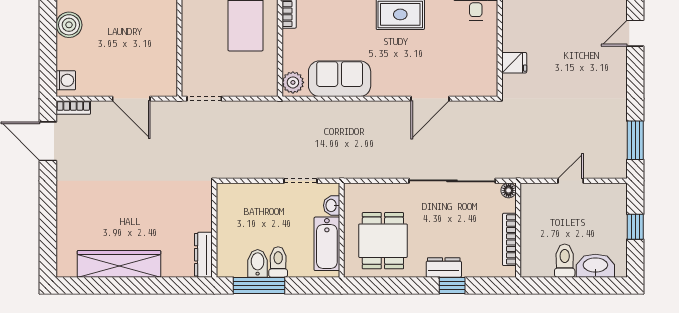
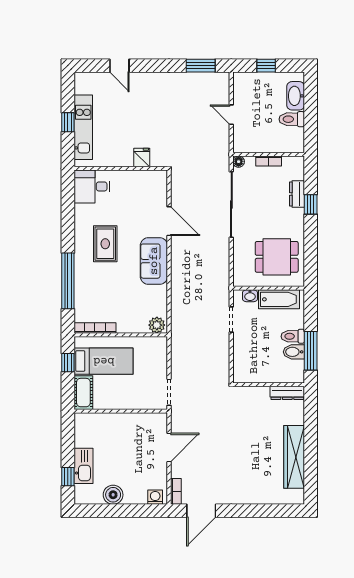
sofa: (340, 79) -> (154, 261), moved
bookcase: (509, 239) -> (269, 161), width x0.64
dresser: (444, 267) -> (297, 194), moved

